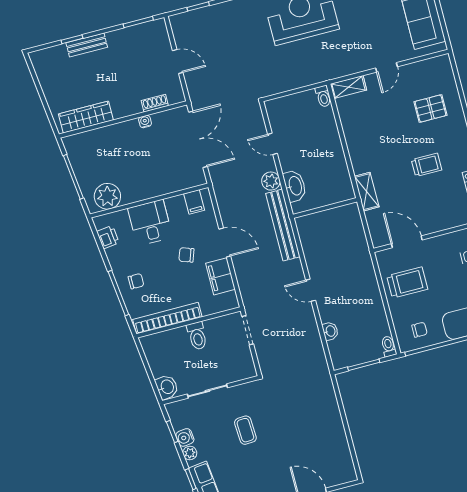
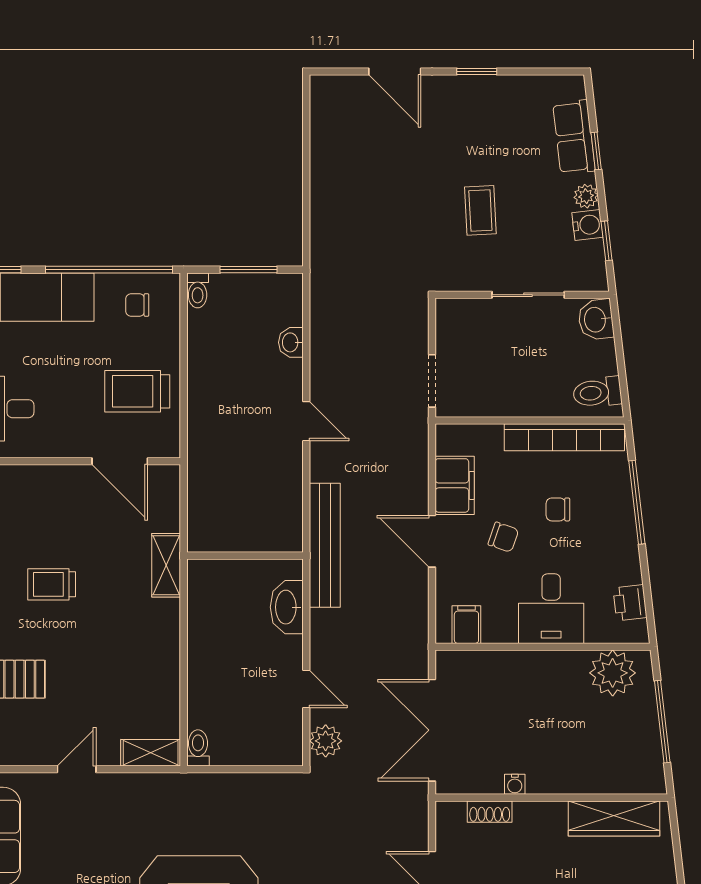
plant: (271, 181) -> (326, 741), moved
chair: (136, 281) -> (558, 509), moved
toilet: (197, 336) -> (597, 392), moved, turned -97

